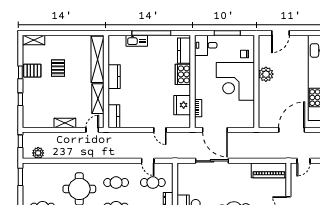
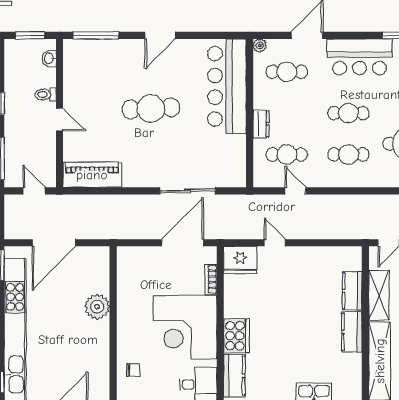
plant: (266, 74) -> (97, 307), moved
corner desk: (235, 81) -> (185, 327), moved, turned 180
fridge: (182, 105) -> (240, 260), moved, turned 90
kitchen counter: (114, 116) -> (352, 291), moved
door: (215, 130) -> (183, 243), hinge flipped
door: (304, 161) -> (34, 191), hinge flipped

